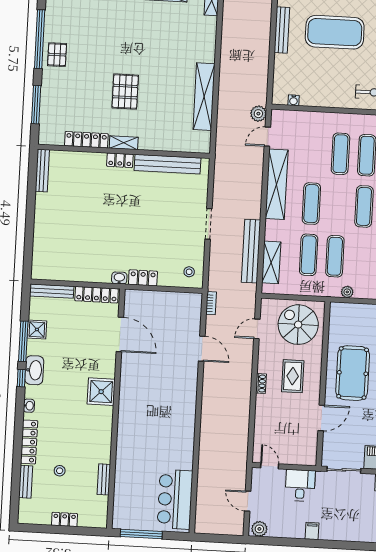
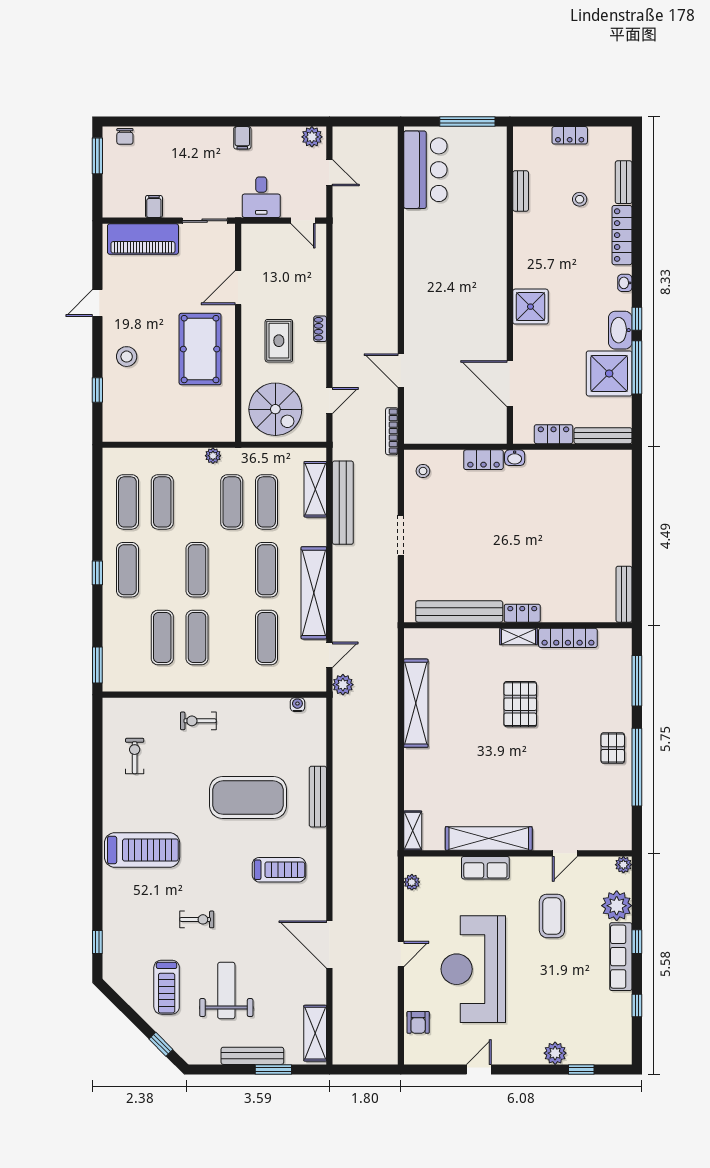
exercise mat: (340, 154) -> (267, 637), moved
locker: (97, 295) -> (553, 434), width x0.66
bookcase: (211, 303) -> (392, 431), width x1.56
shower: (37, 329) -> (609, 373), width x1.86, depth x1.86

